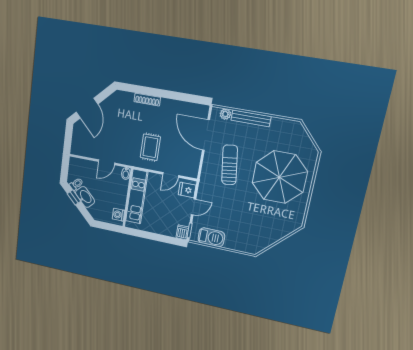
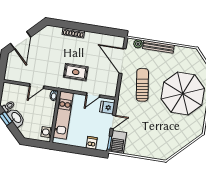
rug: (150, 147) -> (76, 72), turned 90
dishwasher: (182, 232) -> (92, 143), moved
barbecue: (211, 237) -> (118, 142), moved, turned 90

